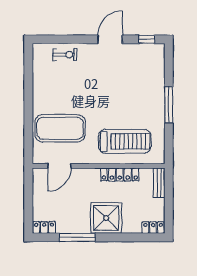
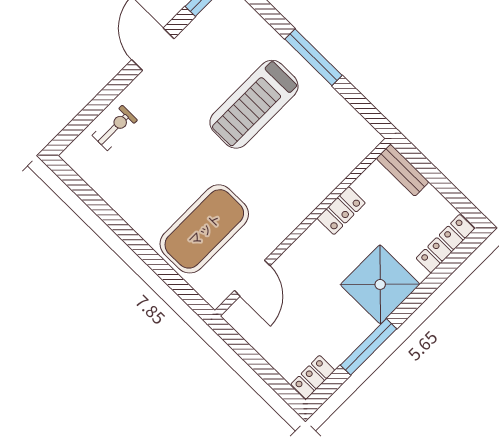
treadmill: (125, 141) -> (254, 104), moved, turned 180
locker: (120, 174) -> (341, 211), width x0.66
locker: (153, 228) -> (445, 244), width x1.53

